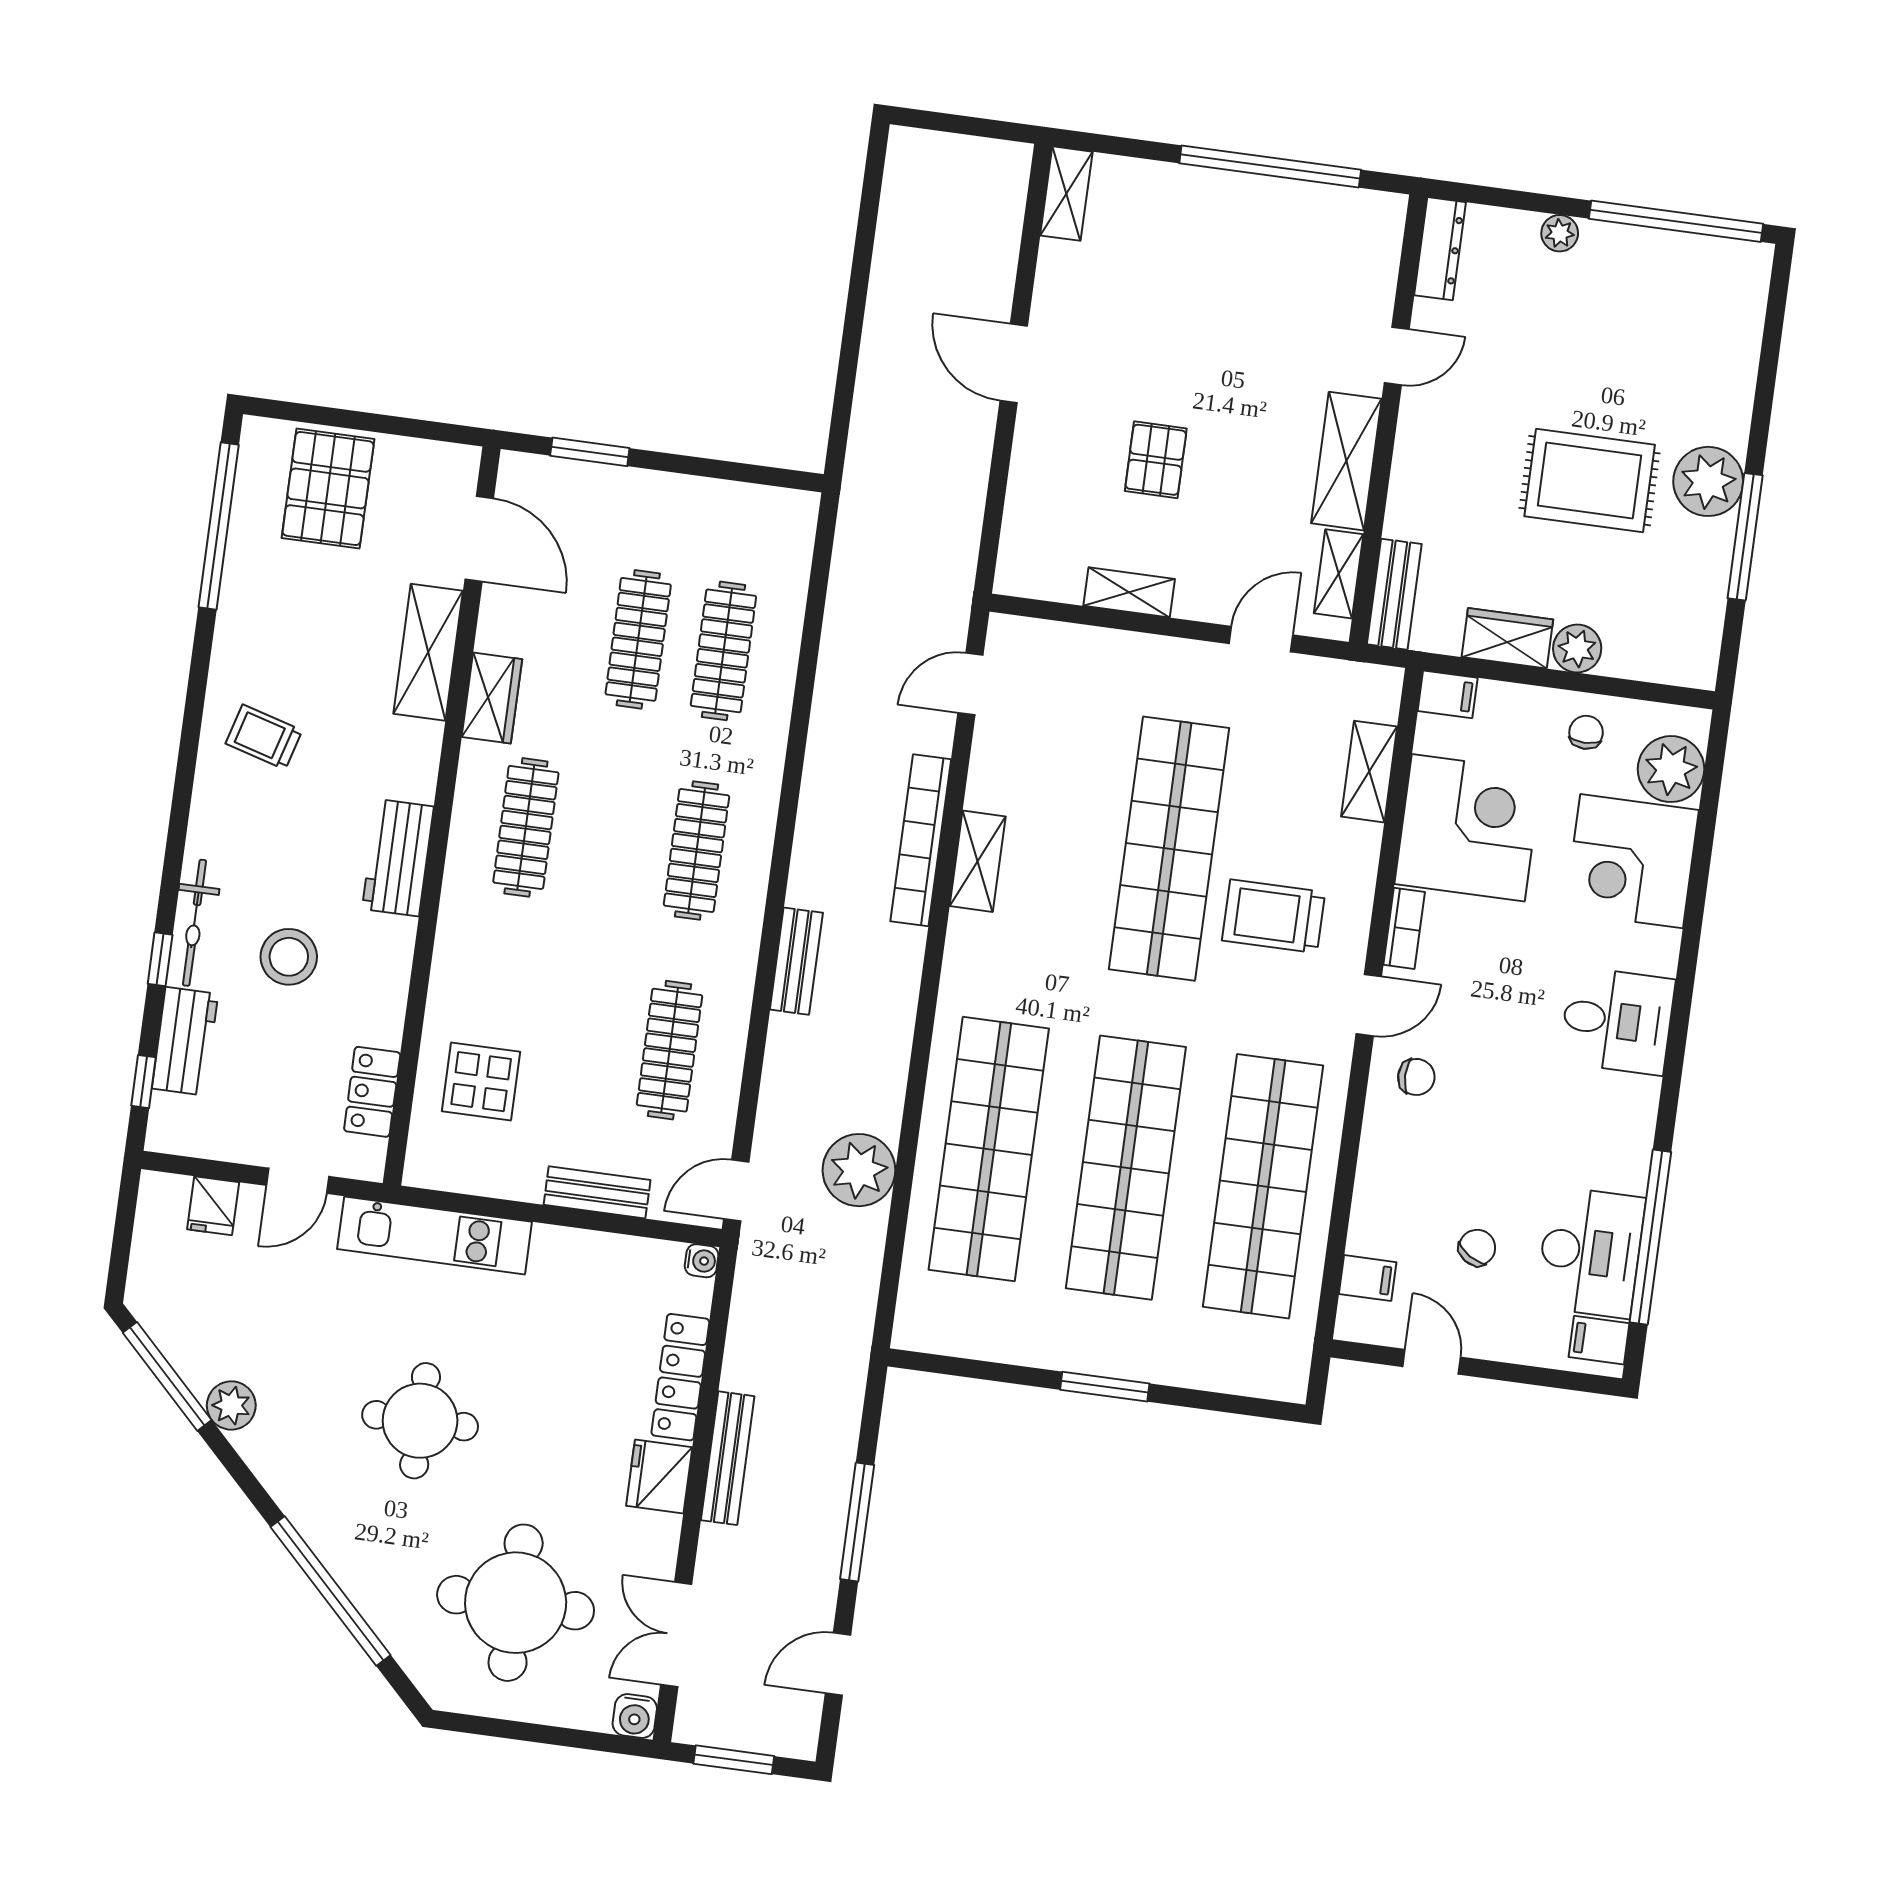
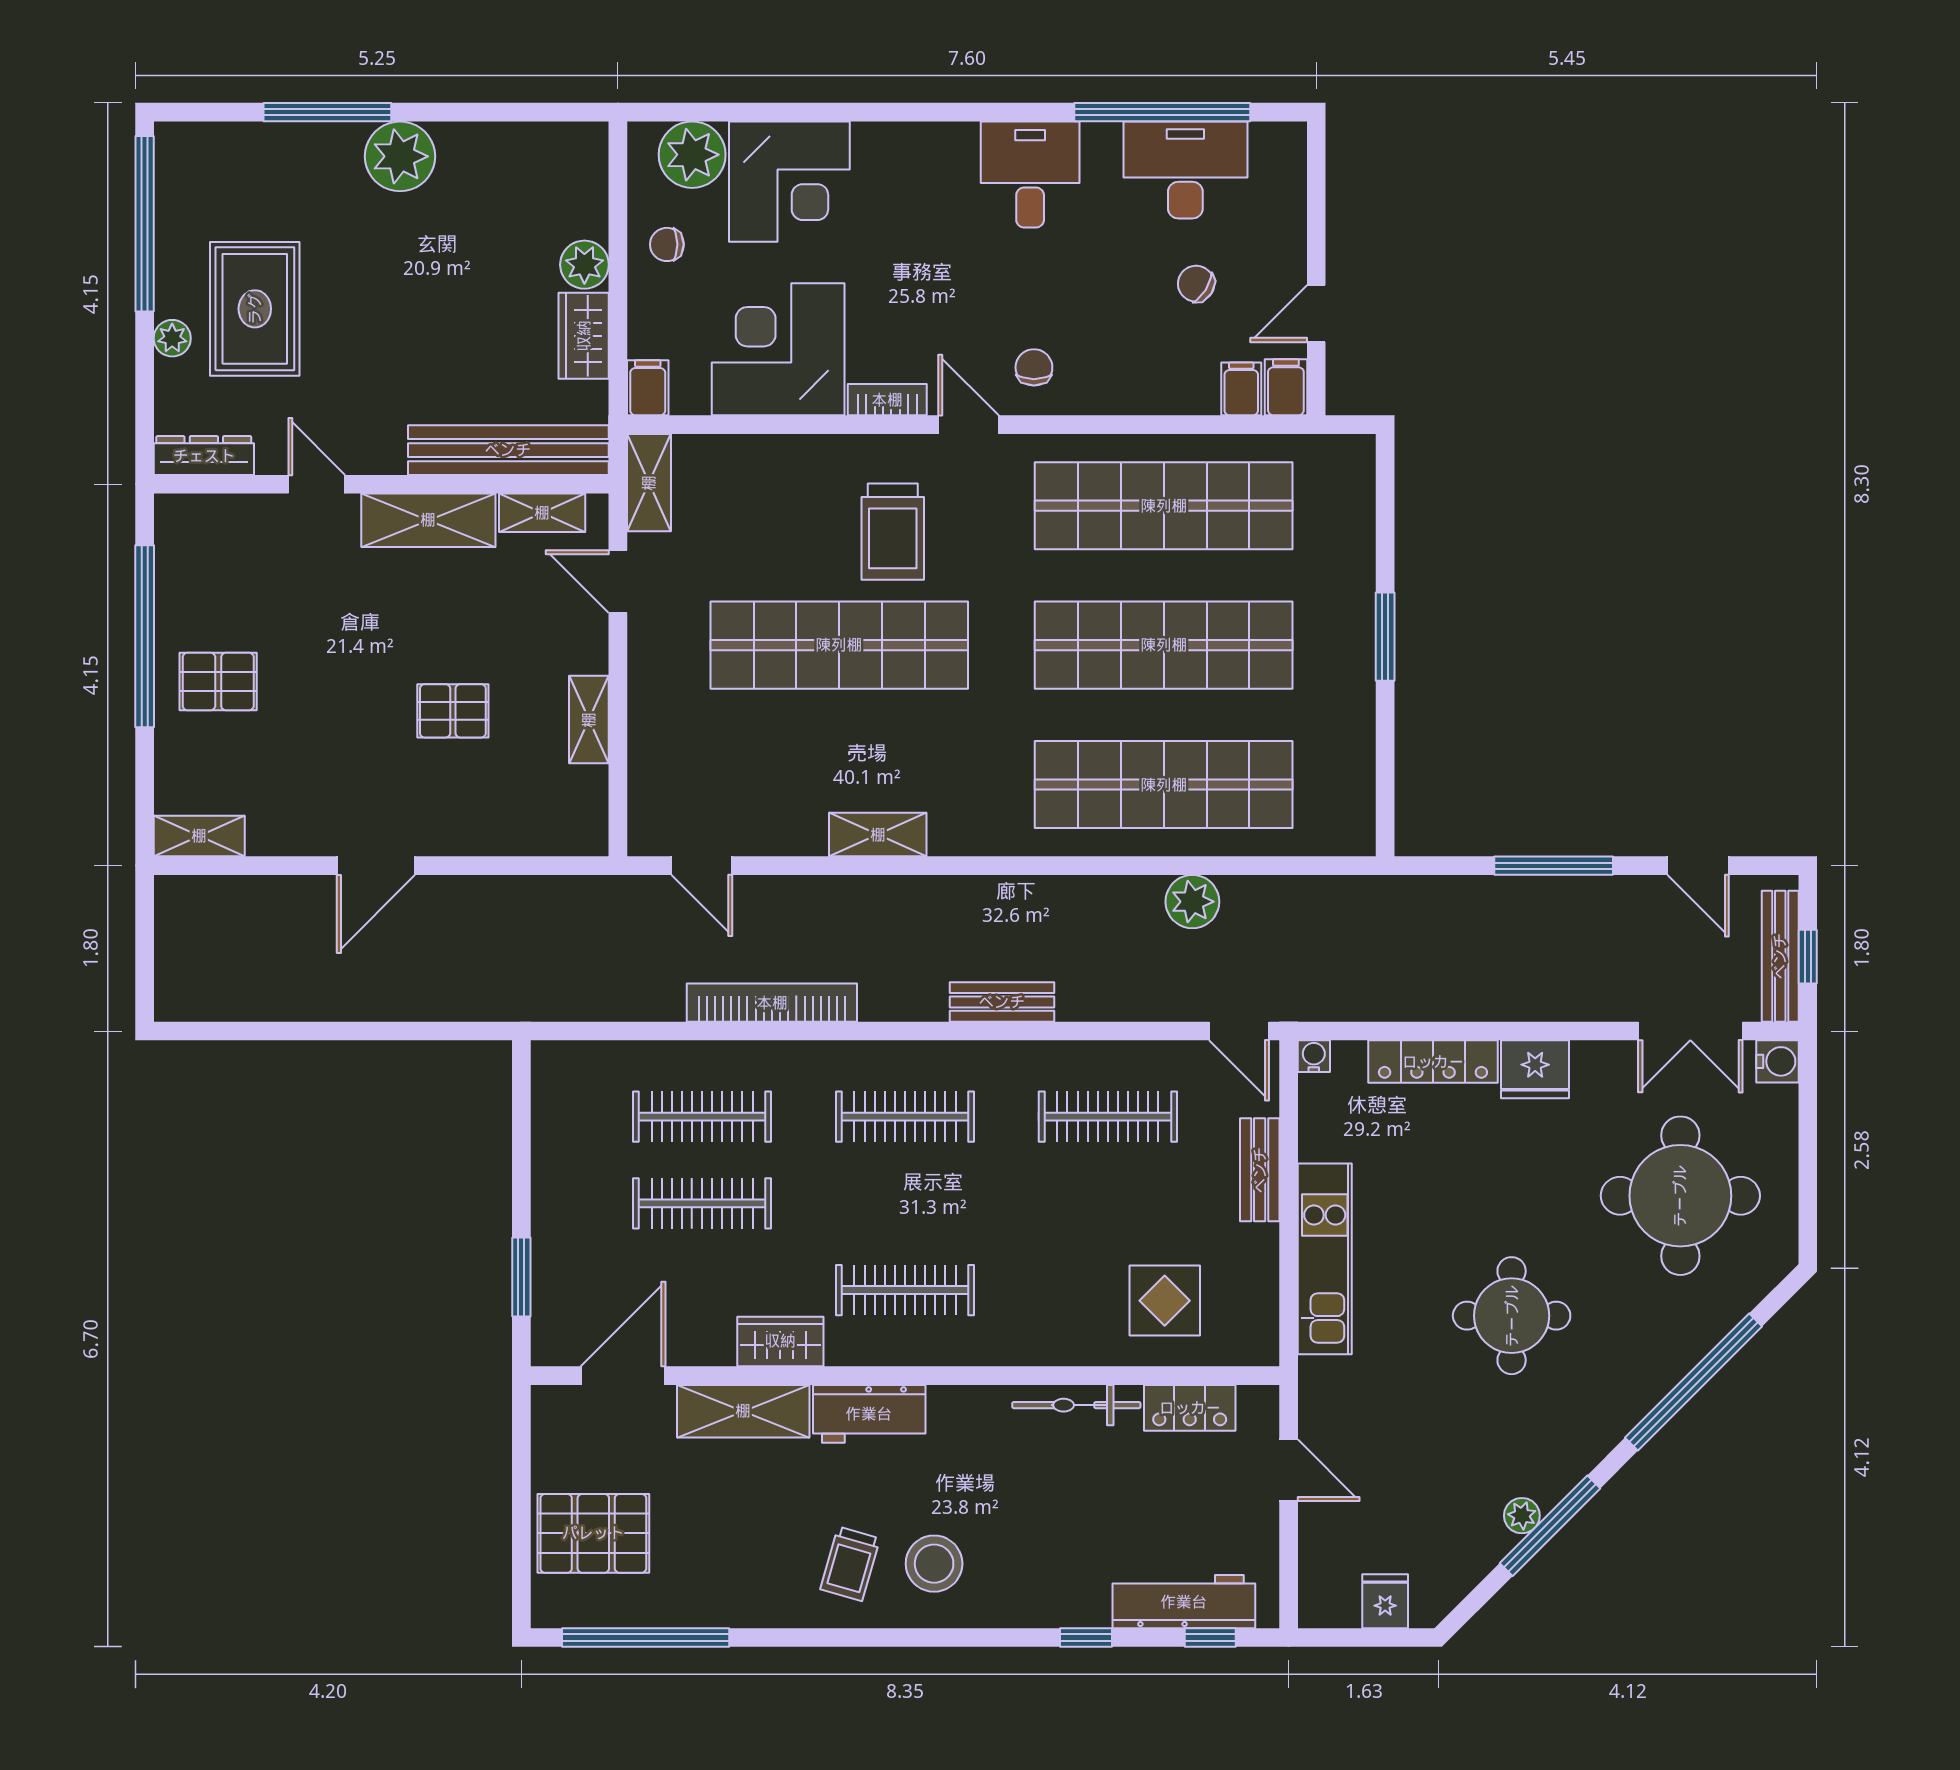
pallet: (1216, 233) -> (218, 681), added
rug: (1590, 481) -> (255, 309), moved
window: (1745, 537) -> (327, 112), moved
bench: (1394, 594) -> (508, 450), width x1.86, depth x1.21
shelving: (1369, 772) -> (649, 483), moved, turned 90
bookcase: (921, 840) -> (772, 1003), moved, turned 180
workbench: (398, 858) -> (869, 1414), moved
bicycle: (195, 923) -> (1076, 1405), moved, turned 180
stool: (289, 957) -> (934, 1564), moved
desk: (1617, 1021) -> (1030, 175), moved
workbench: (185, 1041) -> (1184, 1602), width x1.38
plant: (859, 1170) -> (1192, 902), width x0.73, depth x0.73
fridge: (213, 1206) -> (1385, 1601), moved, turned -90
kitchen unit: (435, 1235) -> (1325, 1259), moved
filing cabinet: (1599, 1340) -> (1286, 387), moved, turned 180
window: (167, 1376) -> (1550, 1526), moved
plant: (231, 1405) -> (1522, 1516), width x0.73, depth x0.73
bench: (728, 1458) -> (1780, 956), moved, turned 90
window: (734, 1760) -> (1808, 957), width x0.67

